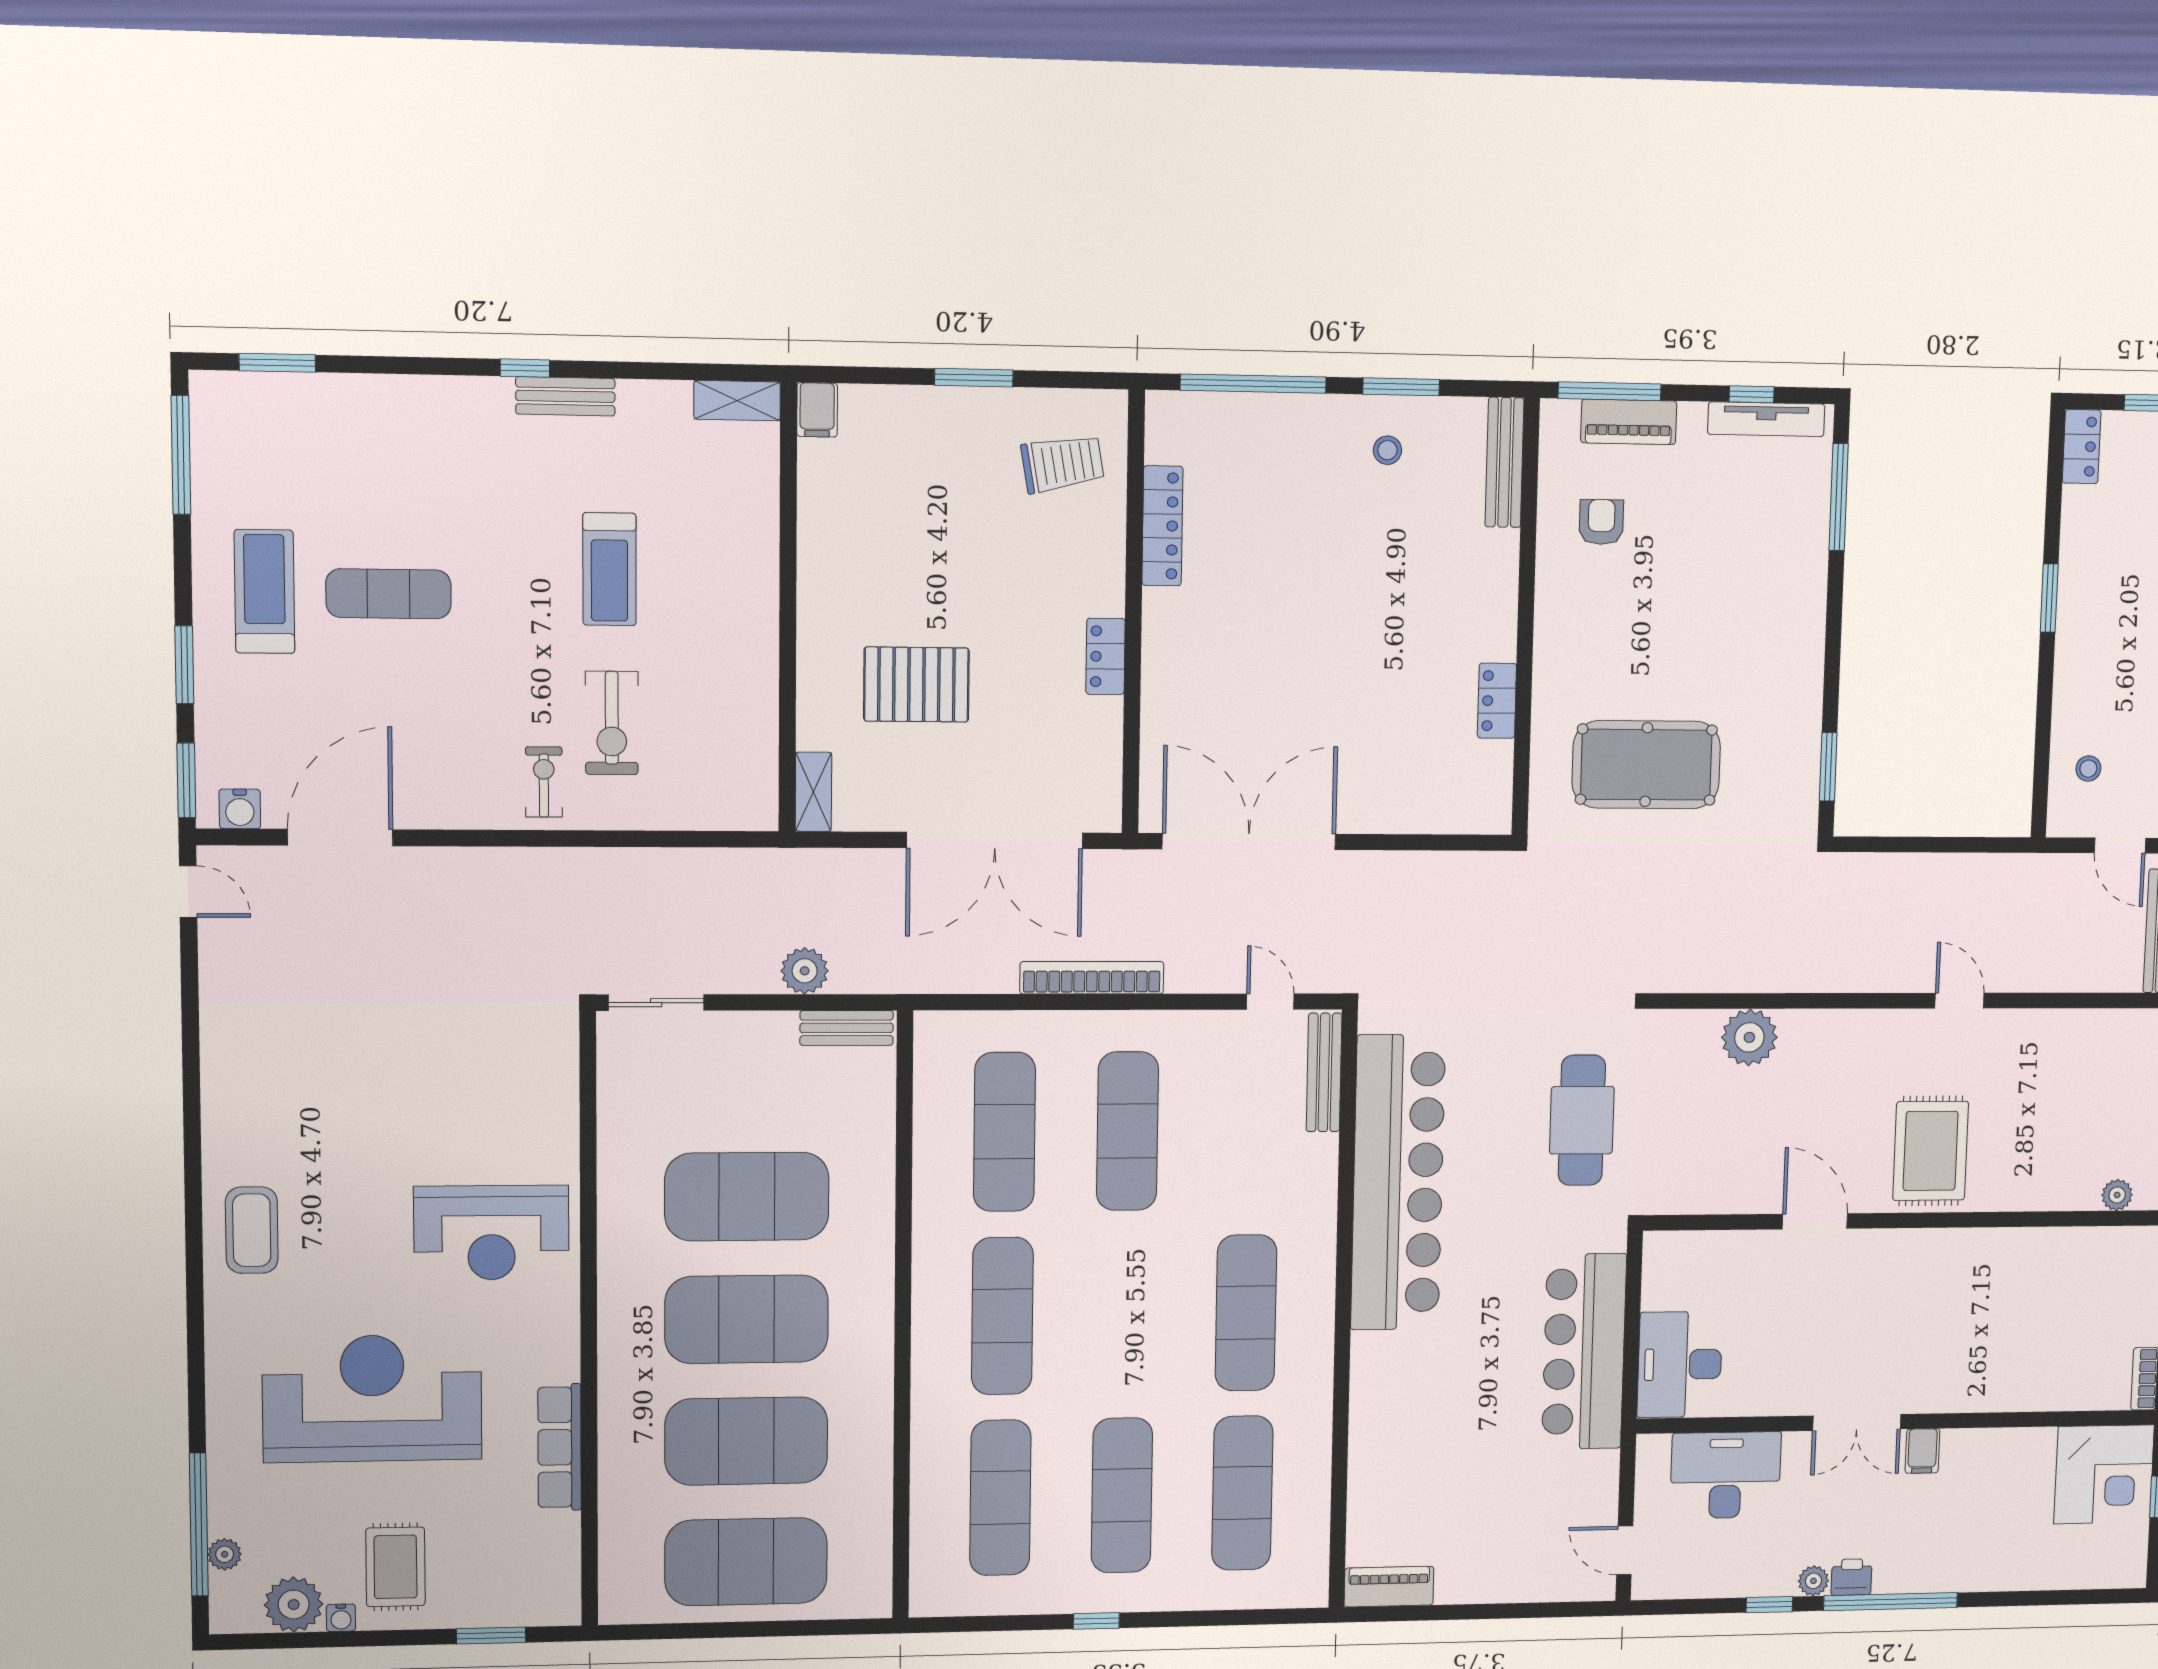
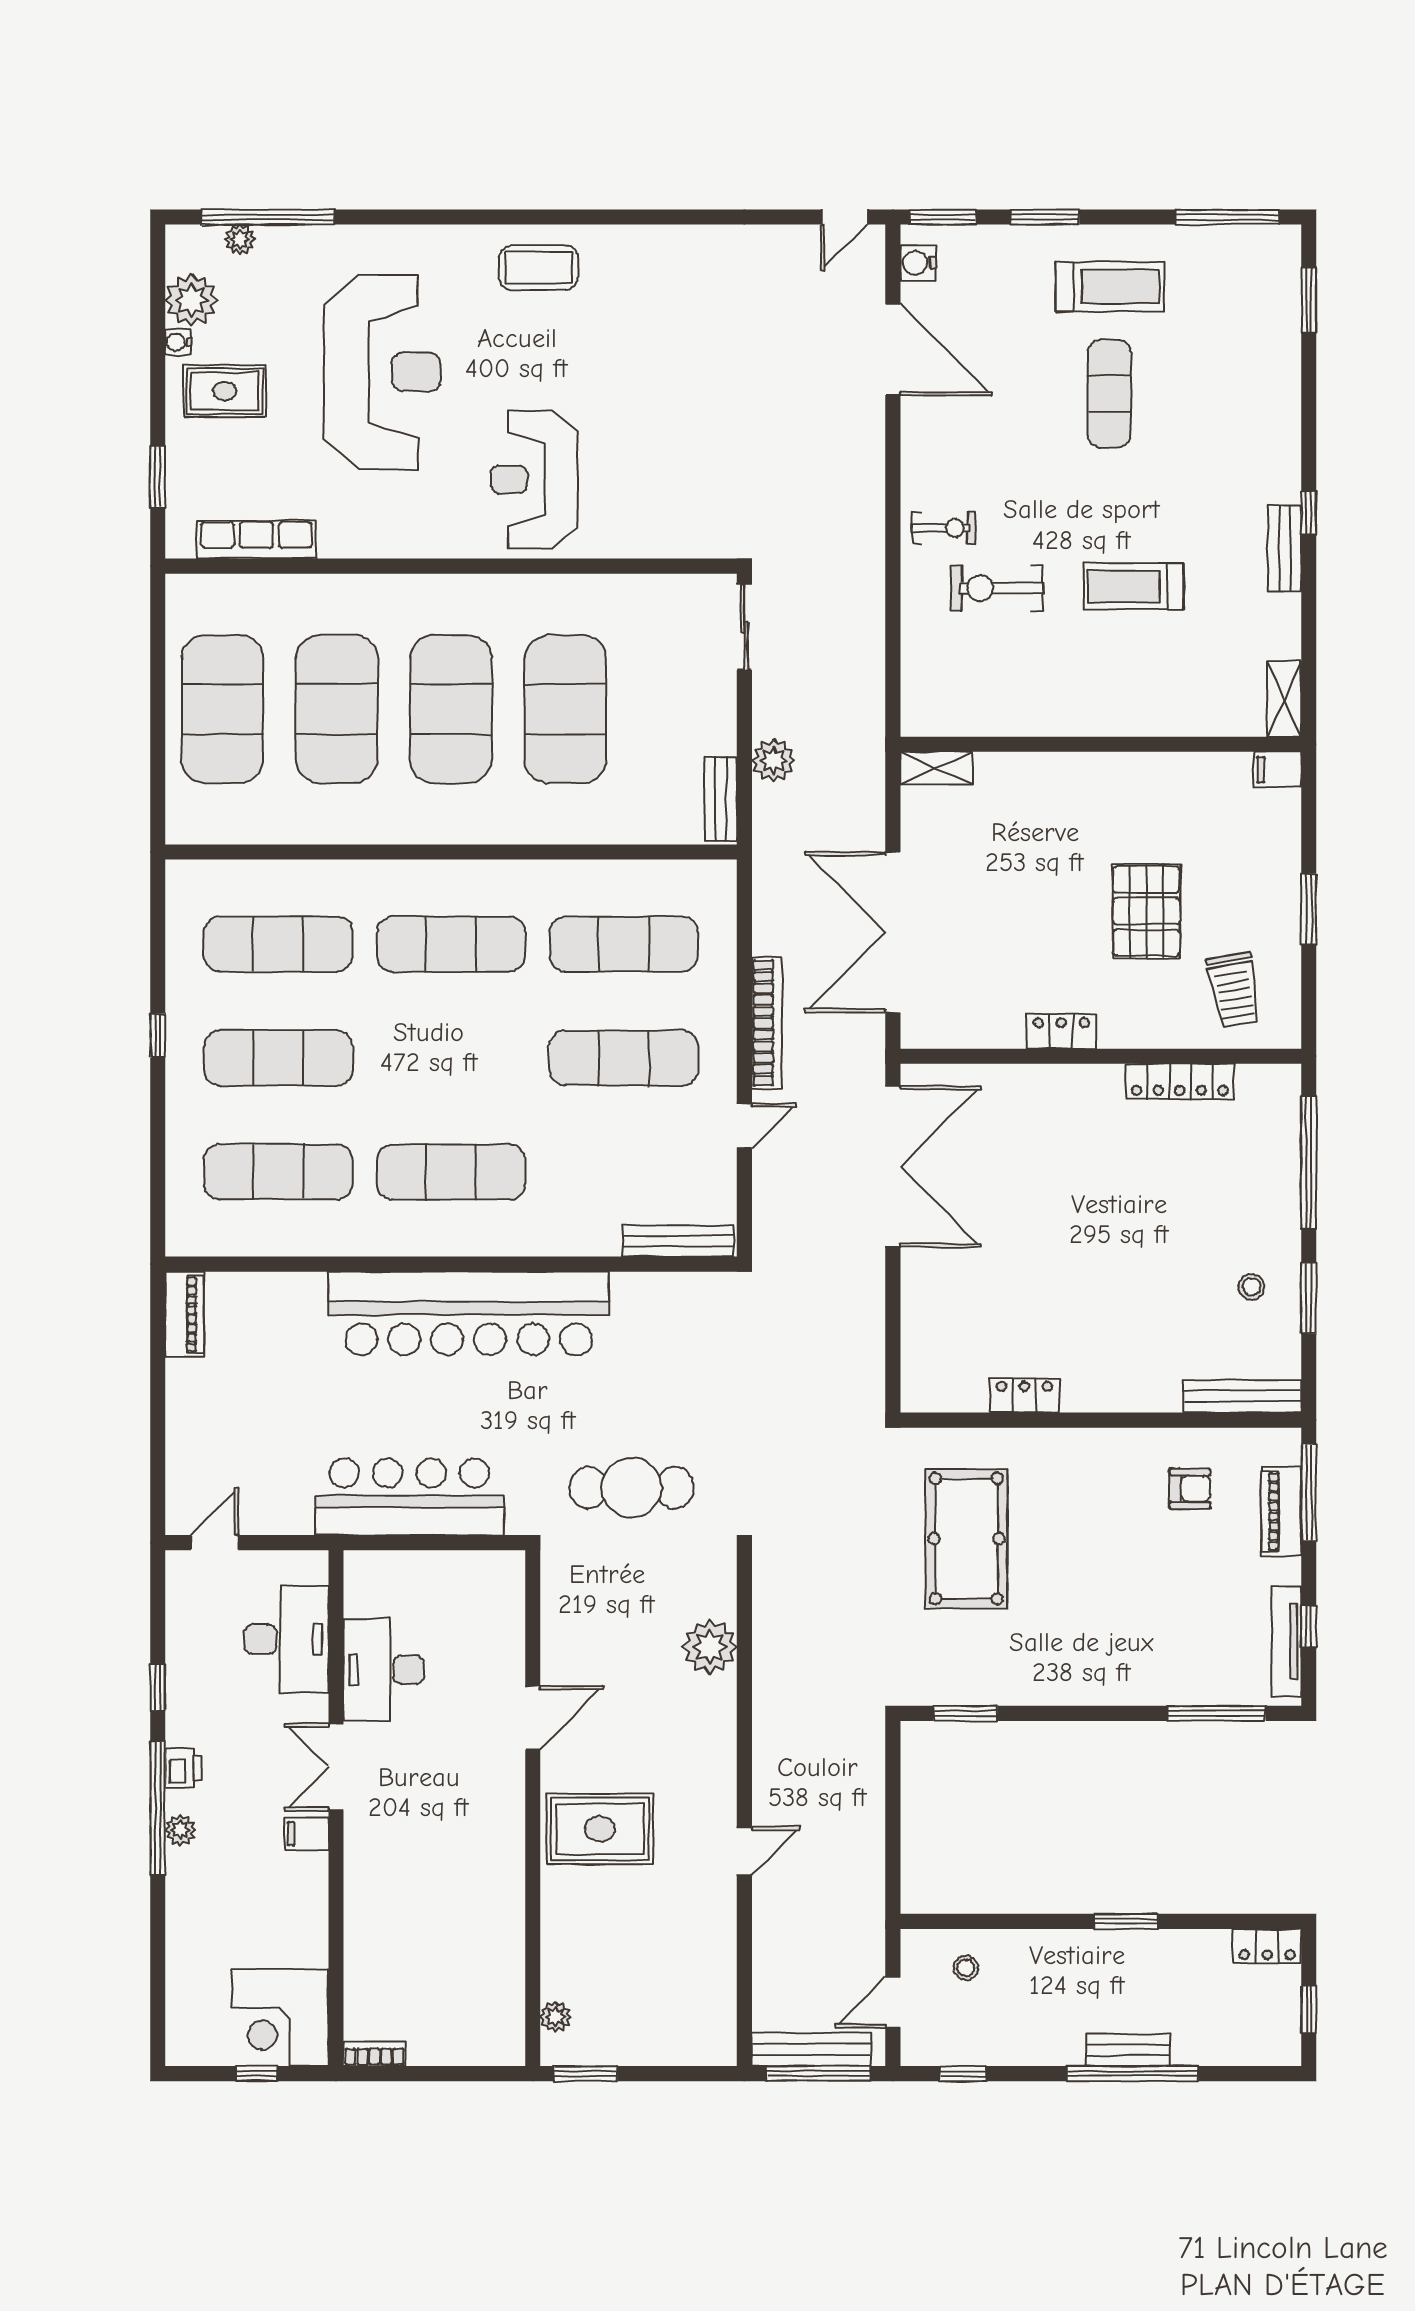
pallet: (916, 685) -> (1146, 911), moved
door: (1270, 1002) -> (744, 1126), moved
bar counter: (1398, 1183) -> (469, 1313), moved
desk: (1680, 1364) -> (384, 1670), moved, turned -90
row of seats: (560, 1447) -> (256, 539), moved
plant: (1813, 1581) -> (180, 1830), moved

